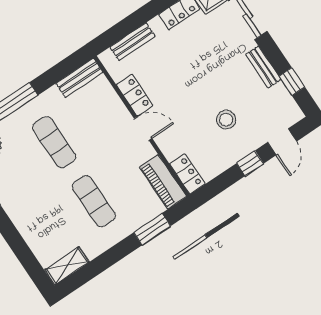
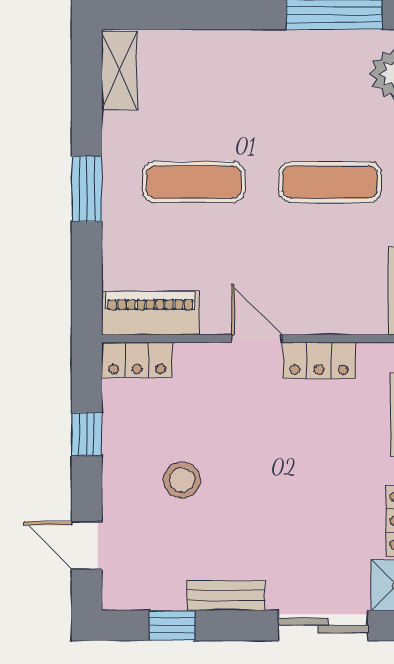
door: (143, 128) -> (257, 338), swing flipped
window: (250, 163) -> (87, 434), moved
window: (152, 229) -> (87, 189), moved

